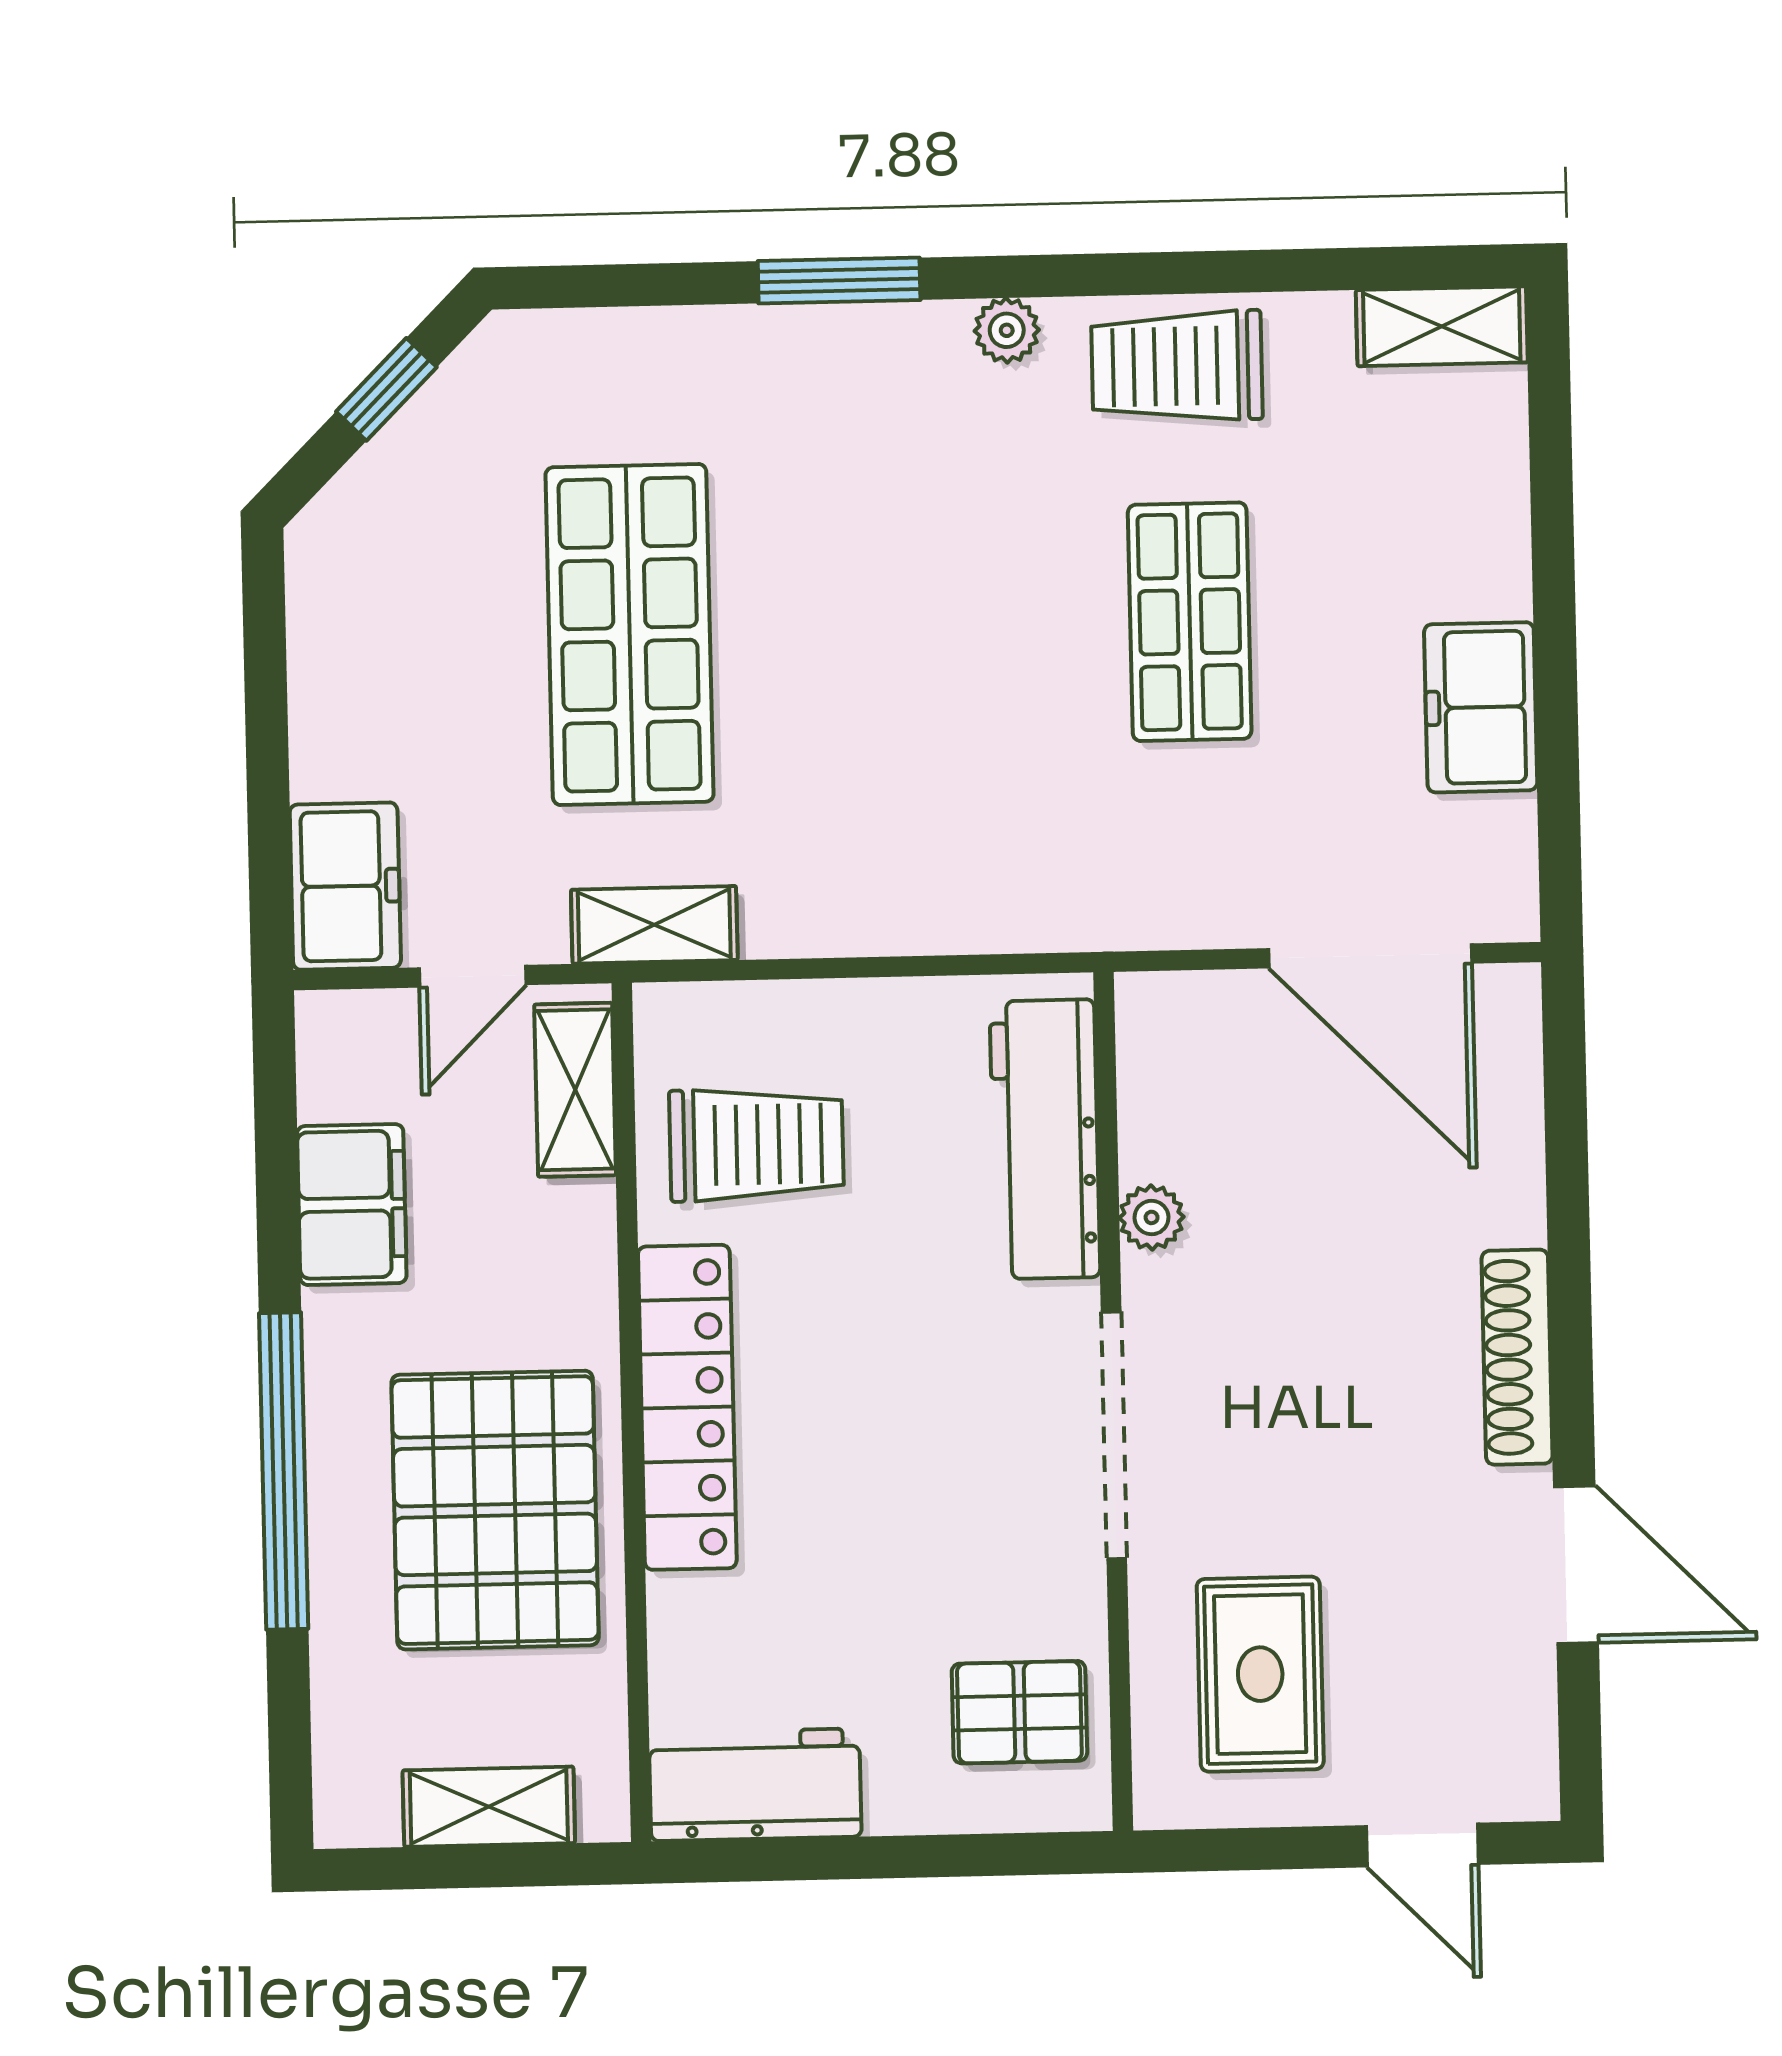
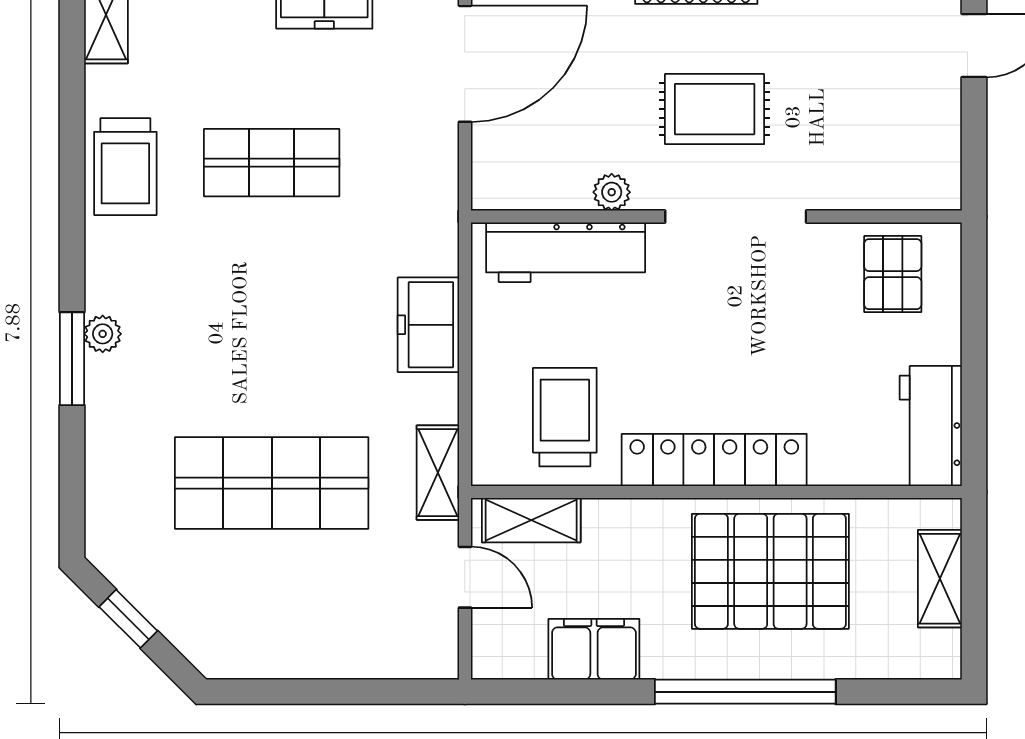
plant: (1007, 330) -> (103, 334), moved
freezer: (345, 886) -> (428, 325), moved, turned -90
rug: (1260, 1674) -> (715, 109), moved

